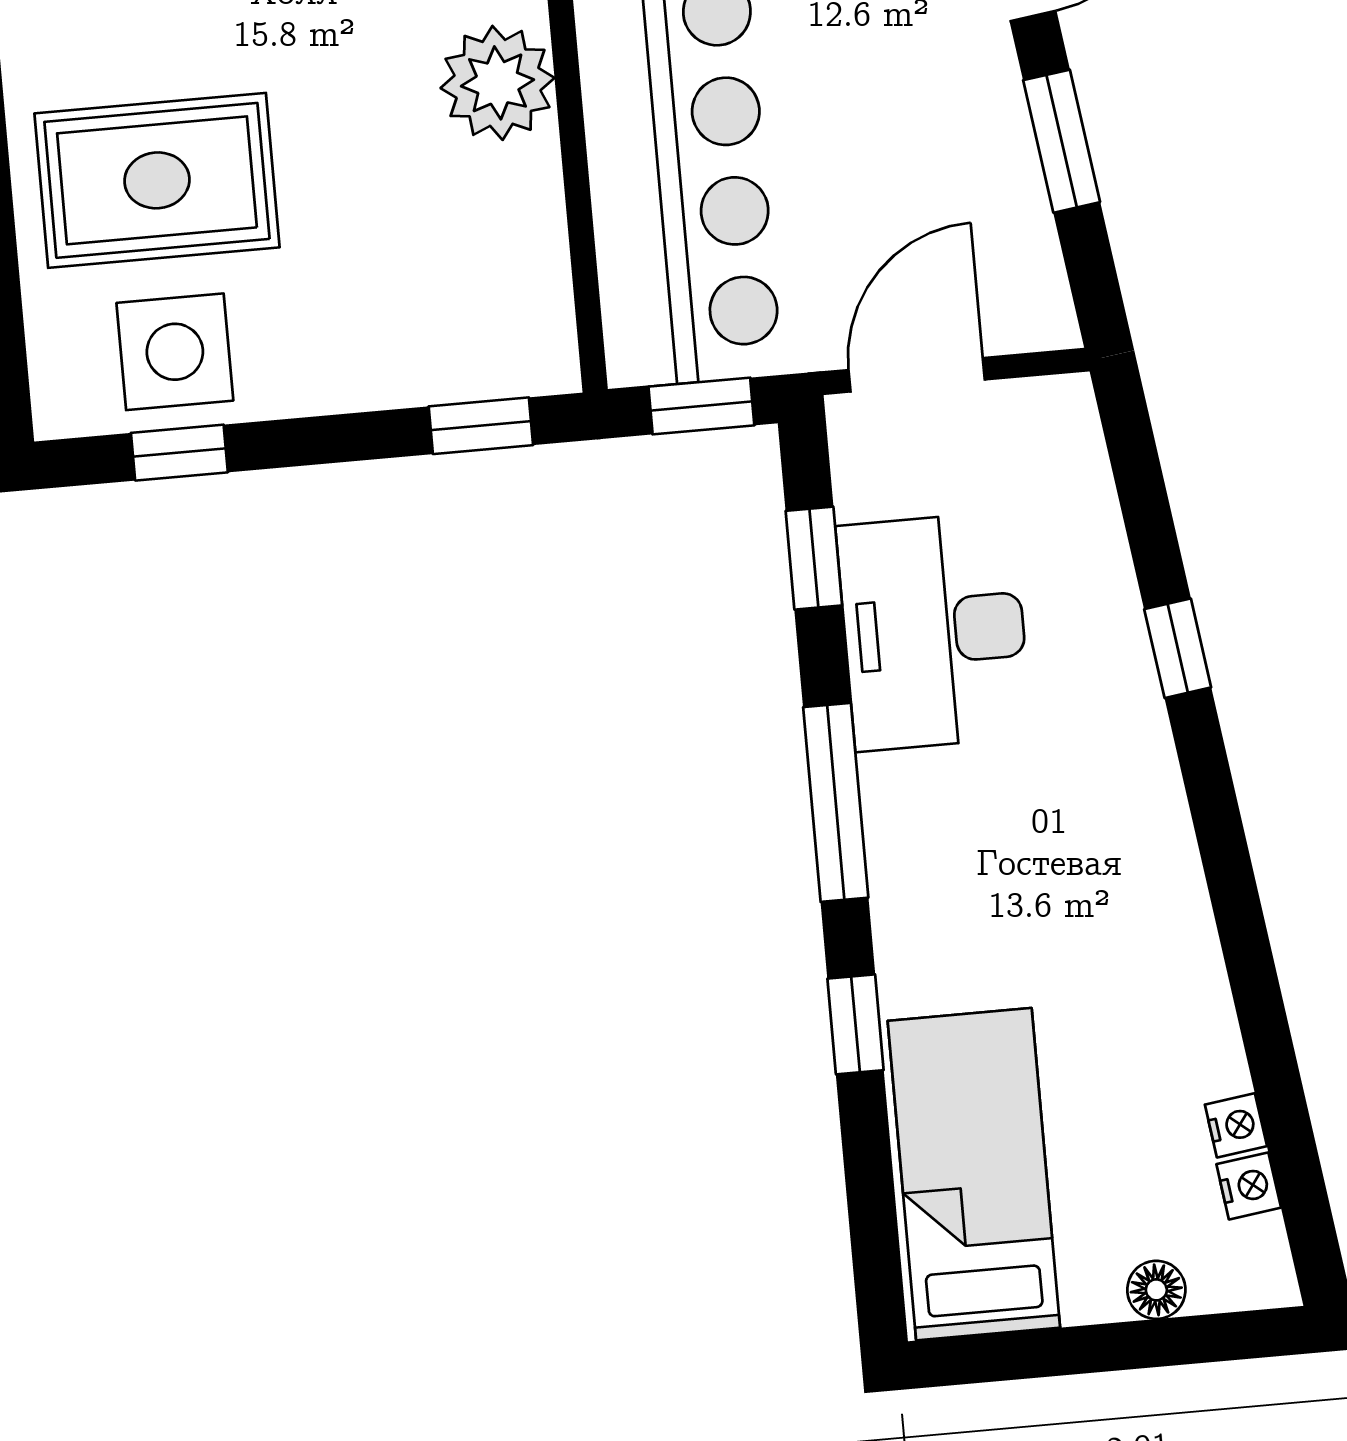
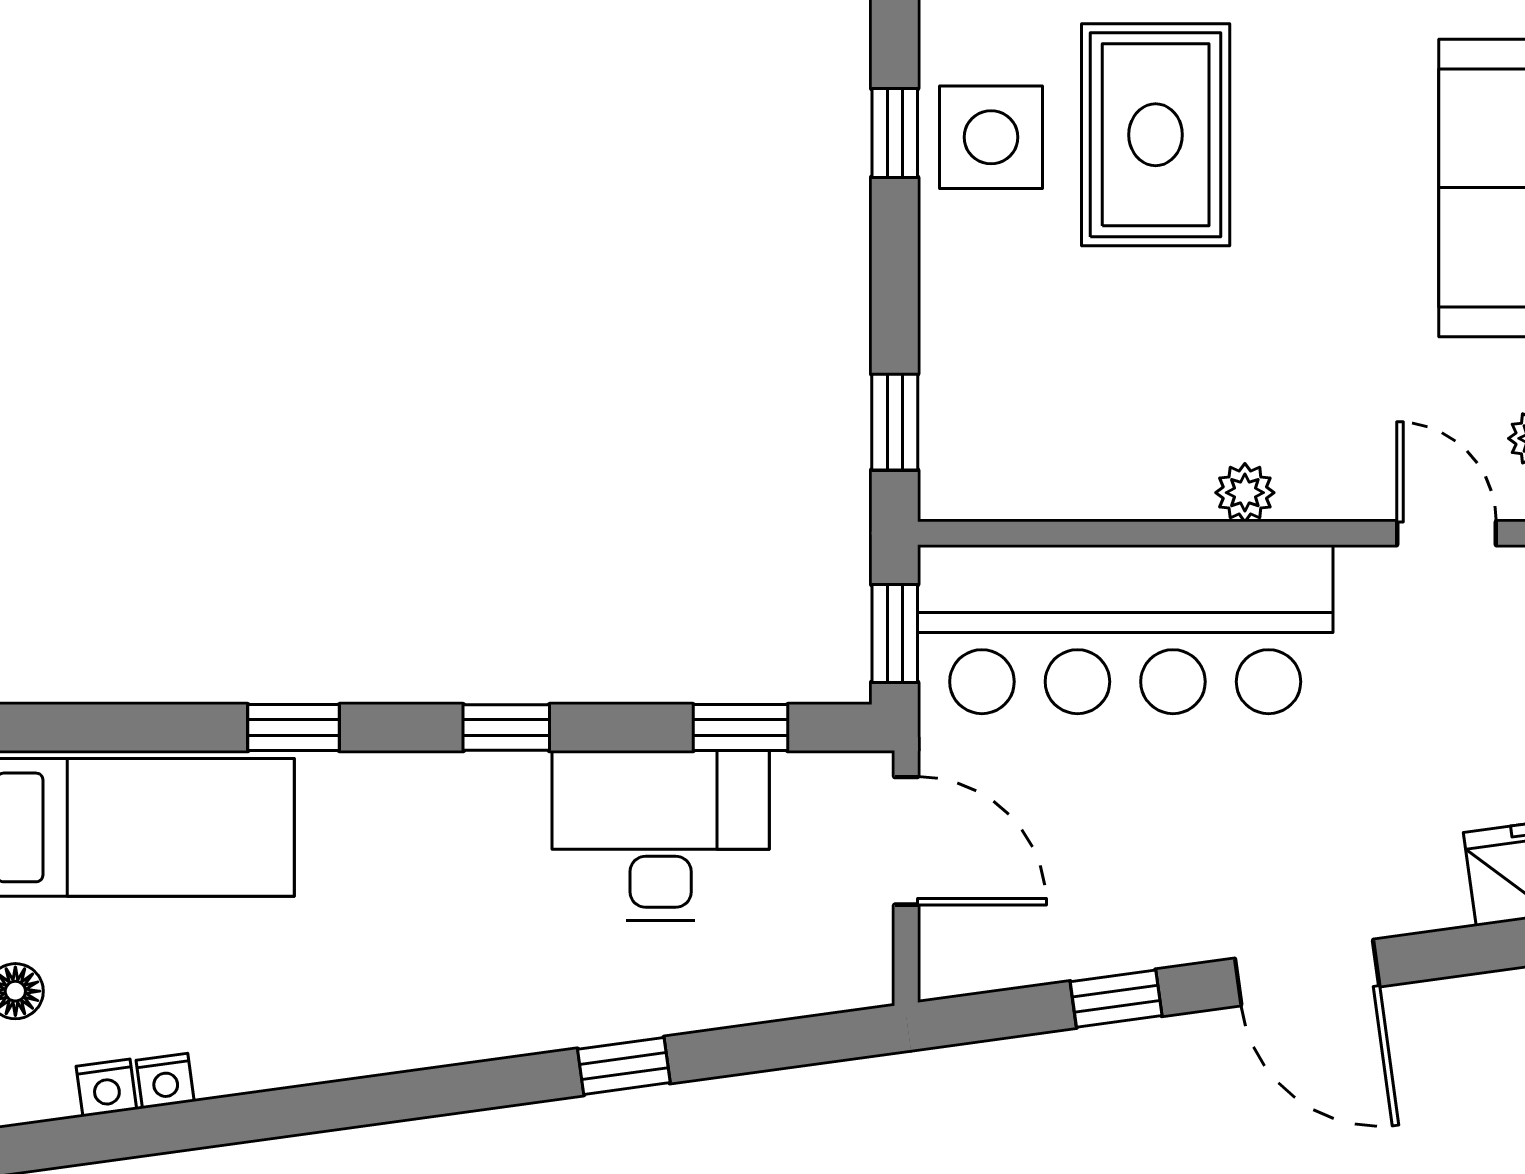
plant: (498, 83) -> (1245, 493), width x0.53, depth x0.53
window: (1062, 141) -> (1116, 999), width x0.67
window: (836, 802) -> (506, 728), width x0.46

